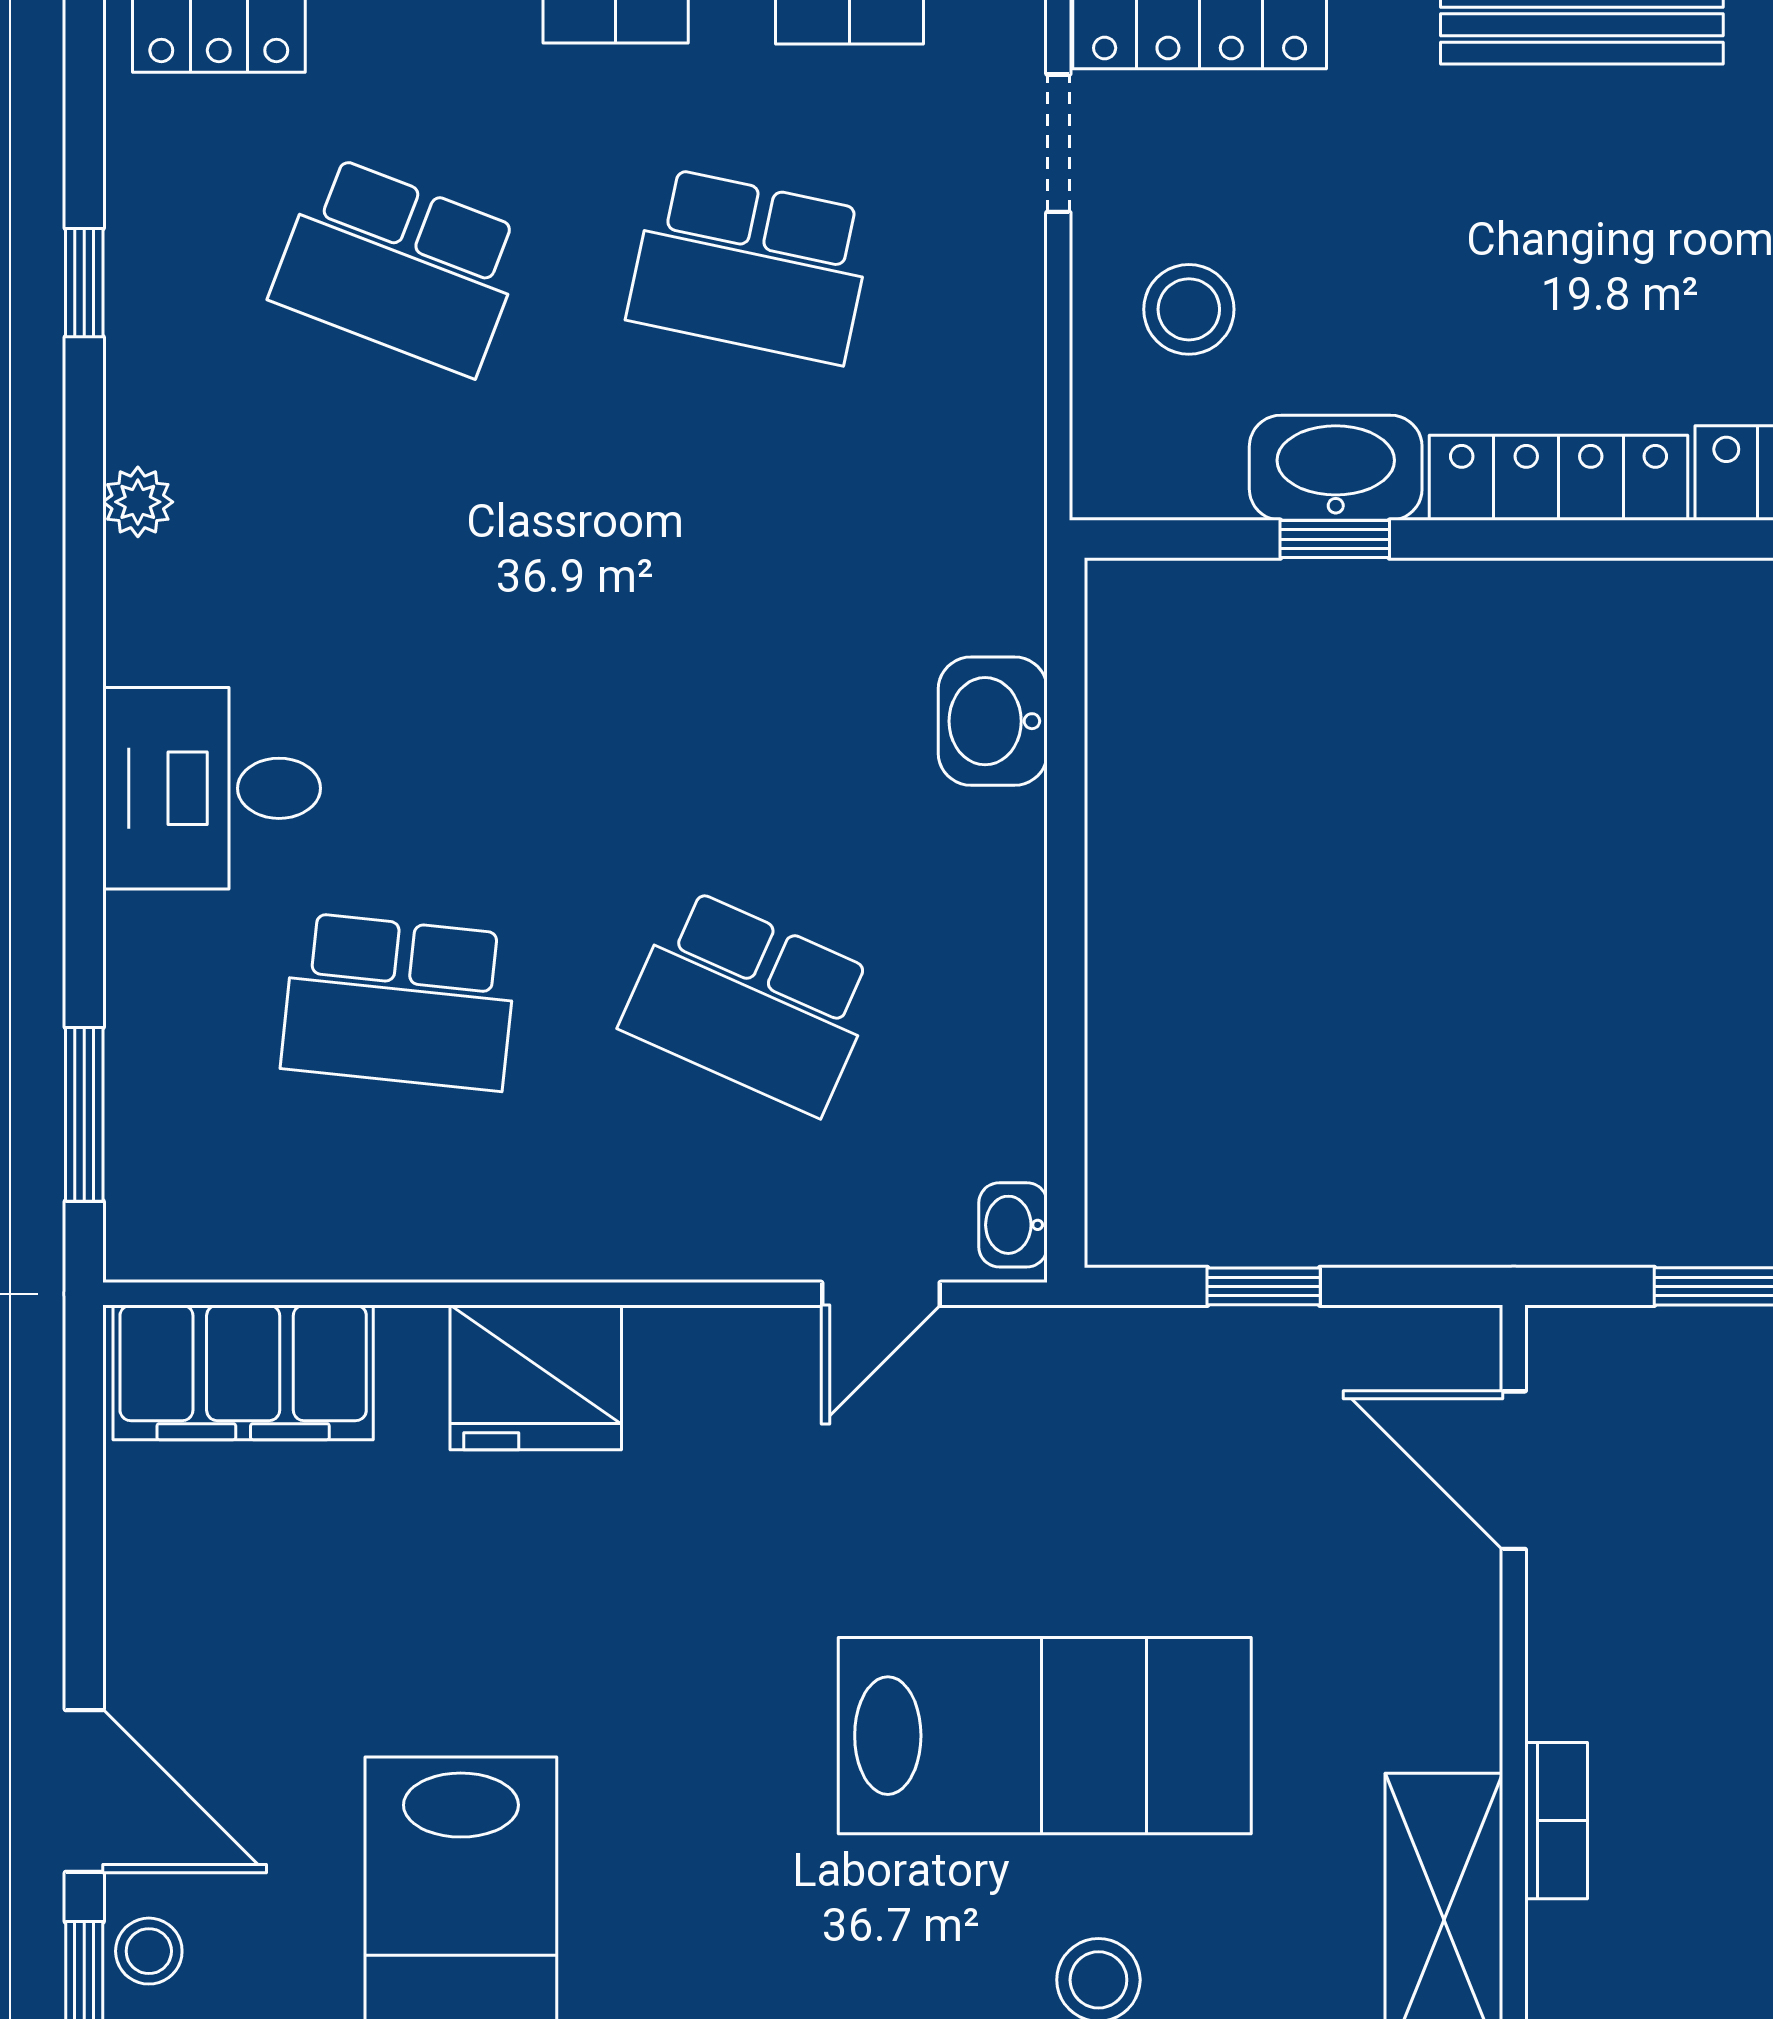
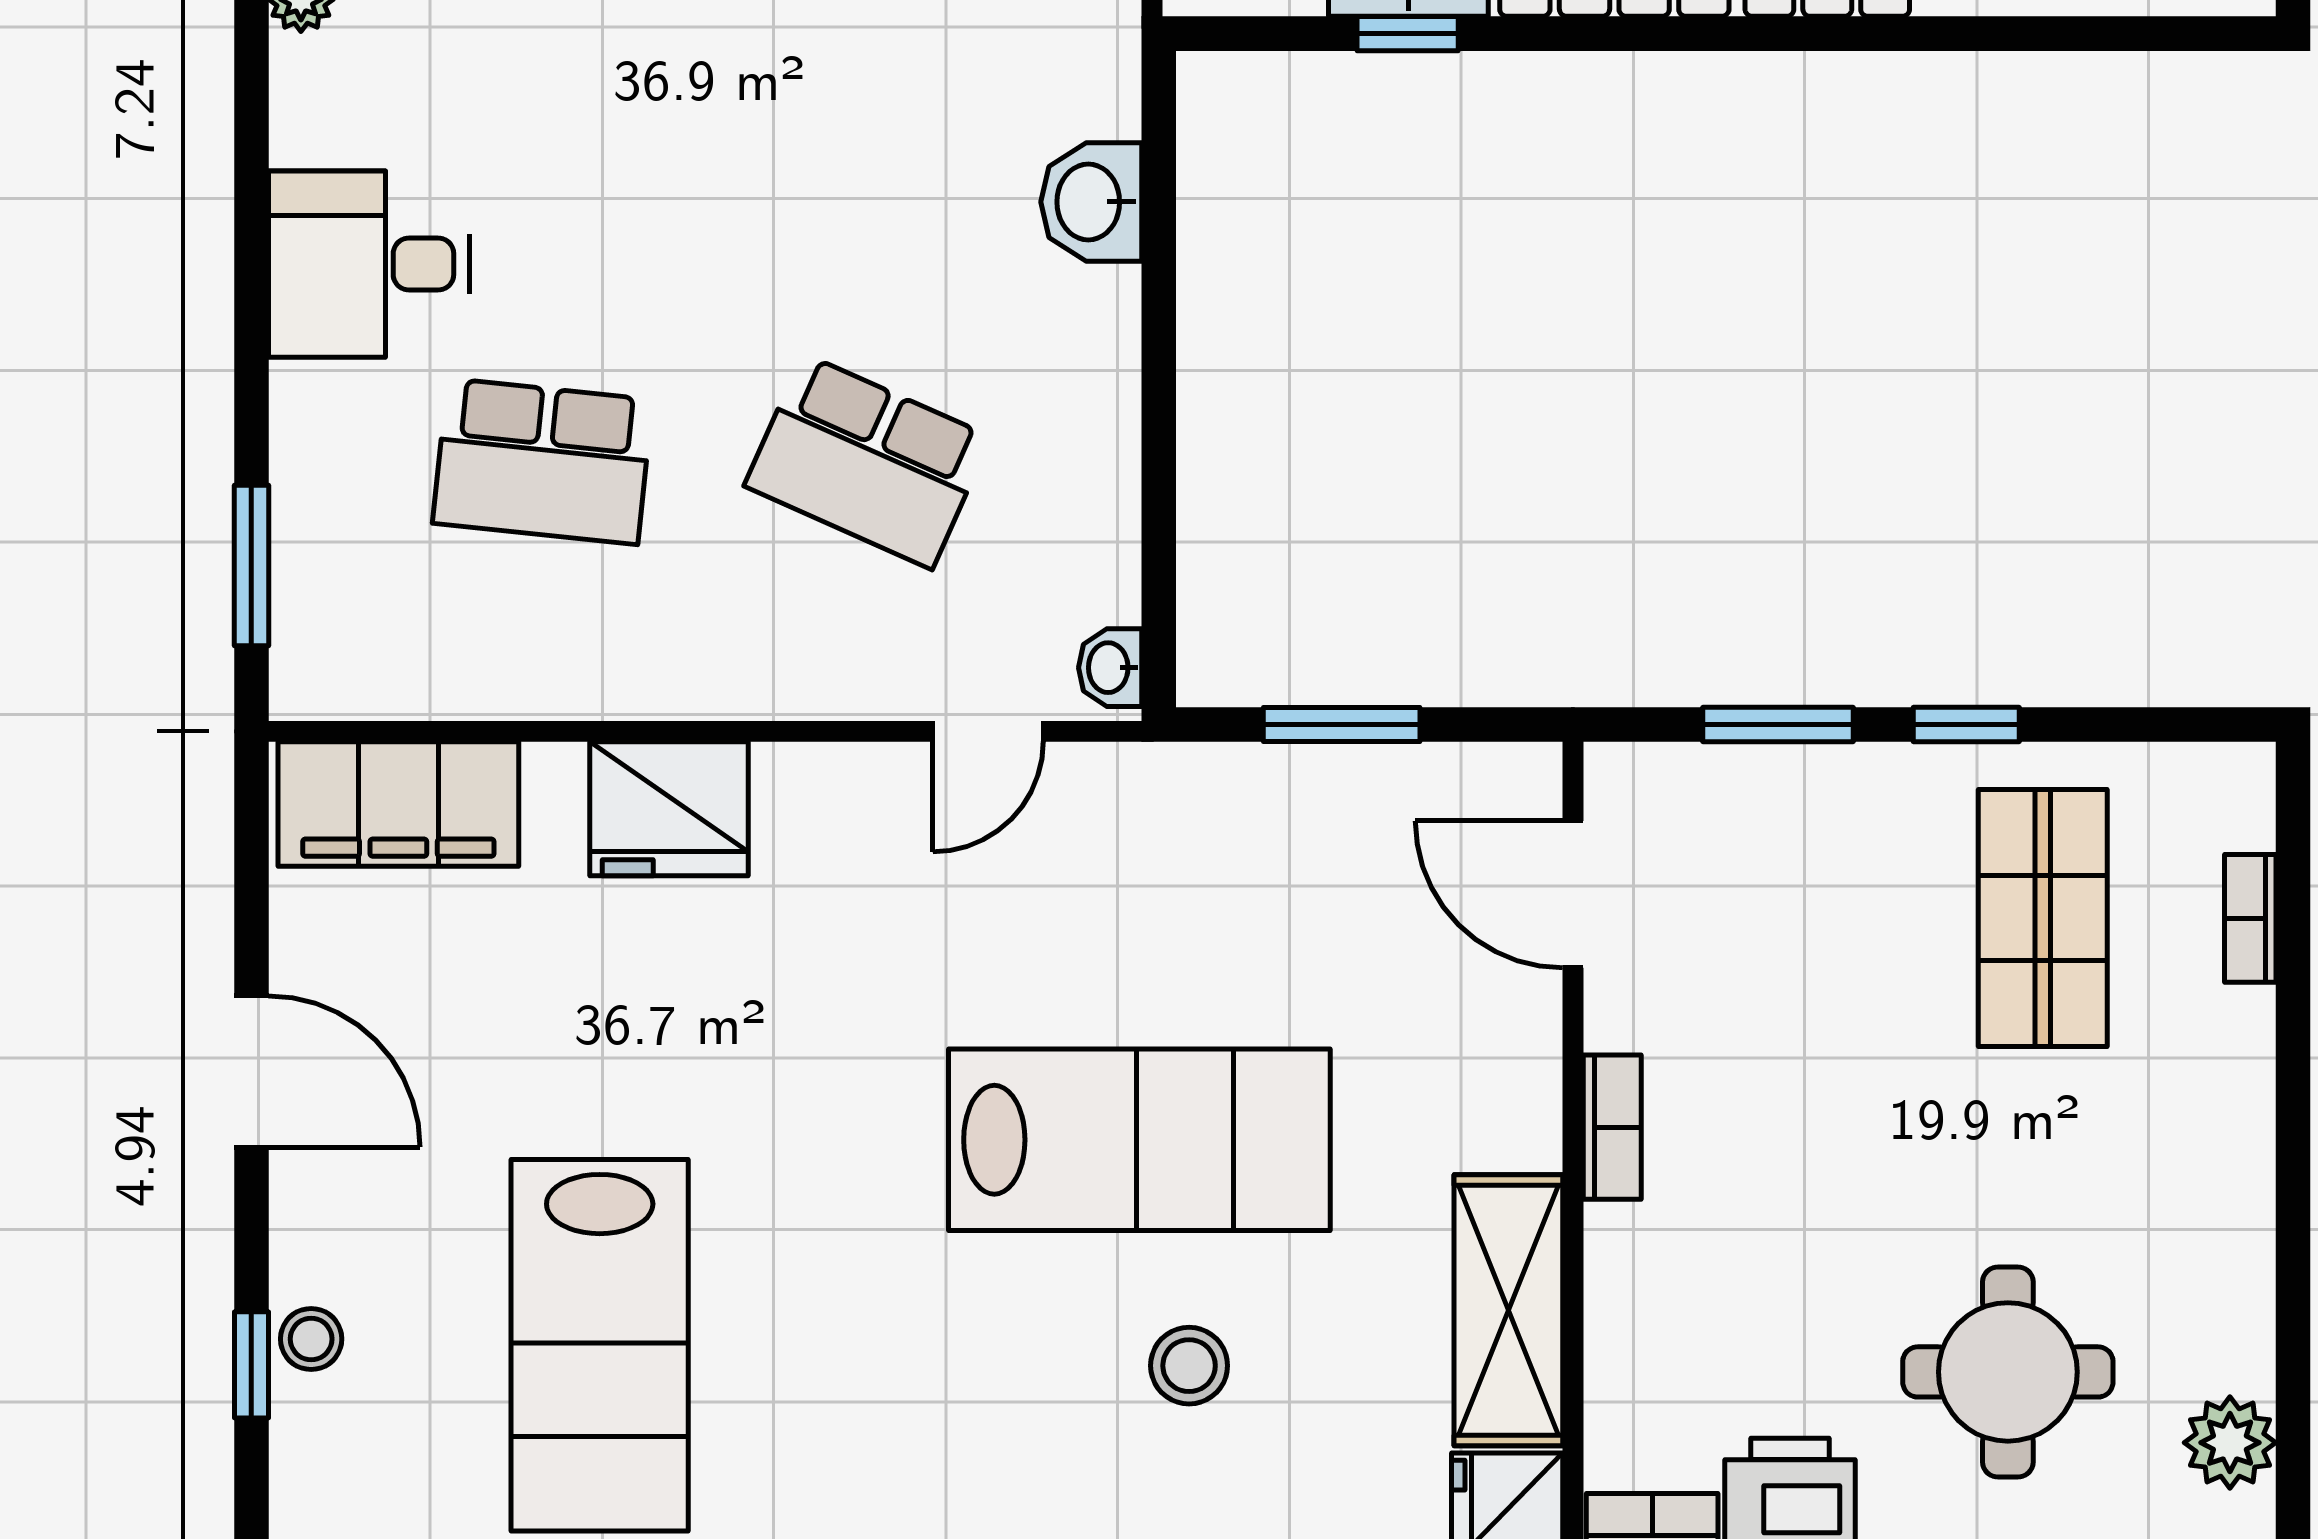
window: (1264, 1286) -> (1342, 724), width x1.50
door: (84, 1791) -> (251, 1071), moved
bookcase: (1556, 1821) -> (1612, 1127), moved

